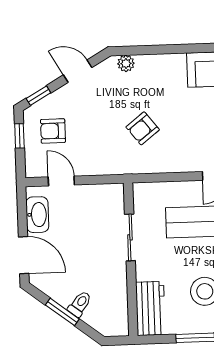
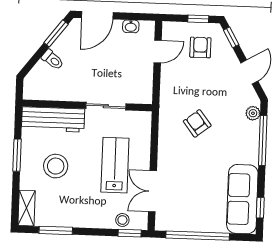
window: (157, 50) -> (263, 141), added
washbasin: (37, 215) -> (131, 26), width x0.52, depth x0.69
workbench: (150, 308) -> (53, 119), width x1.37
window: (62, 312) -> (56, 33), moved

